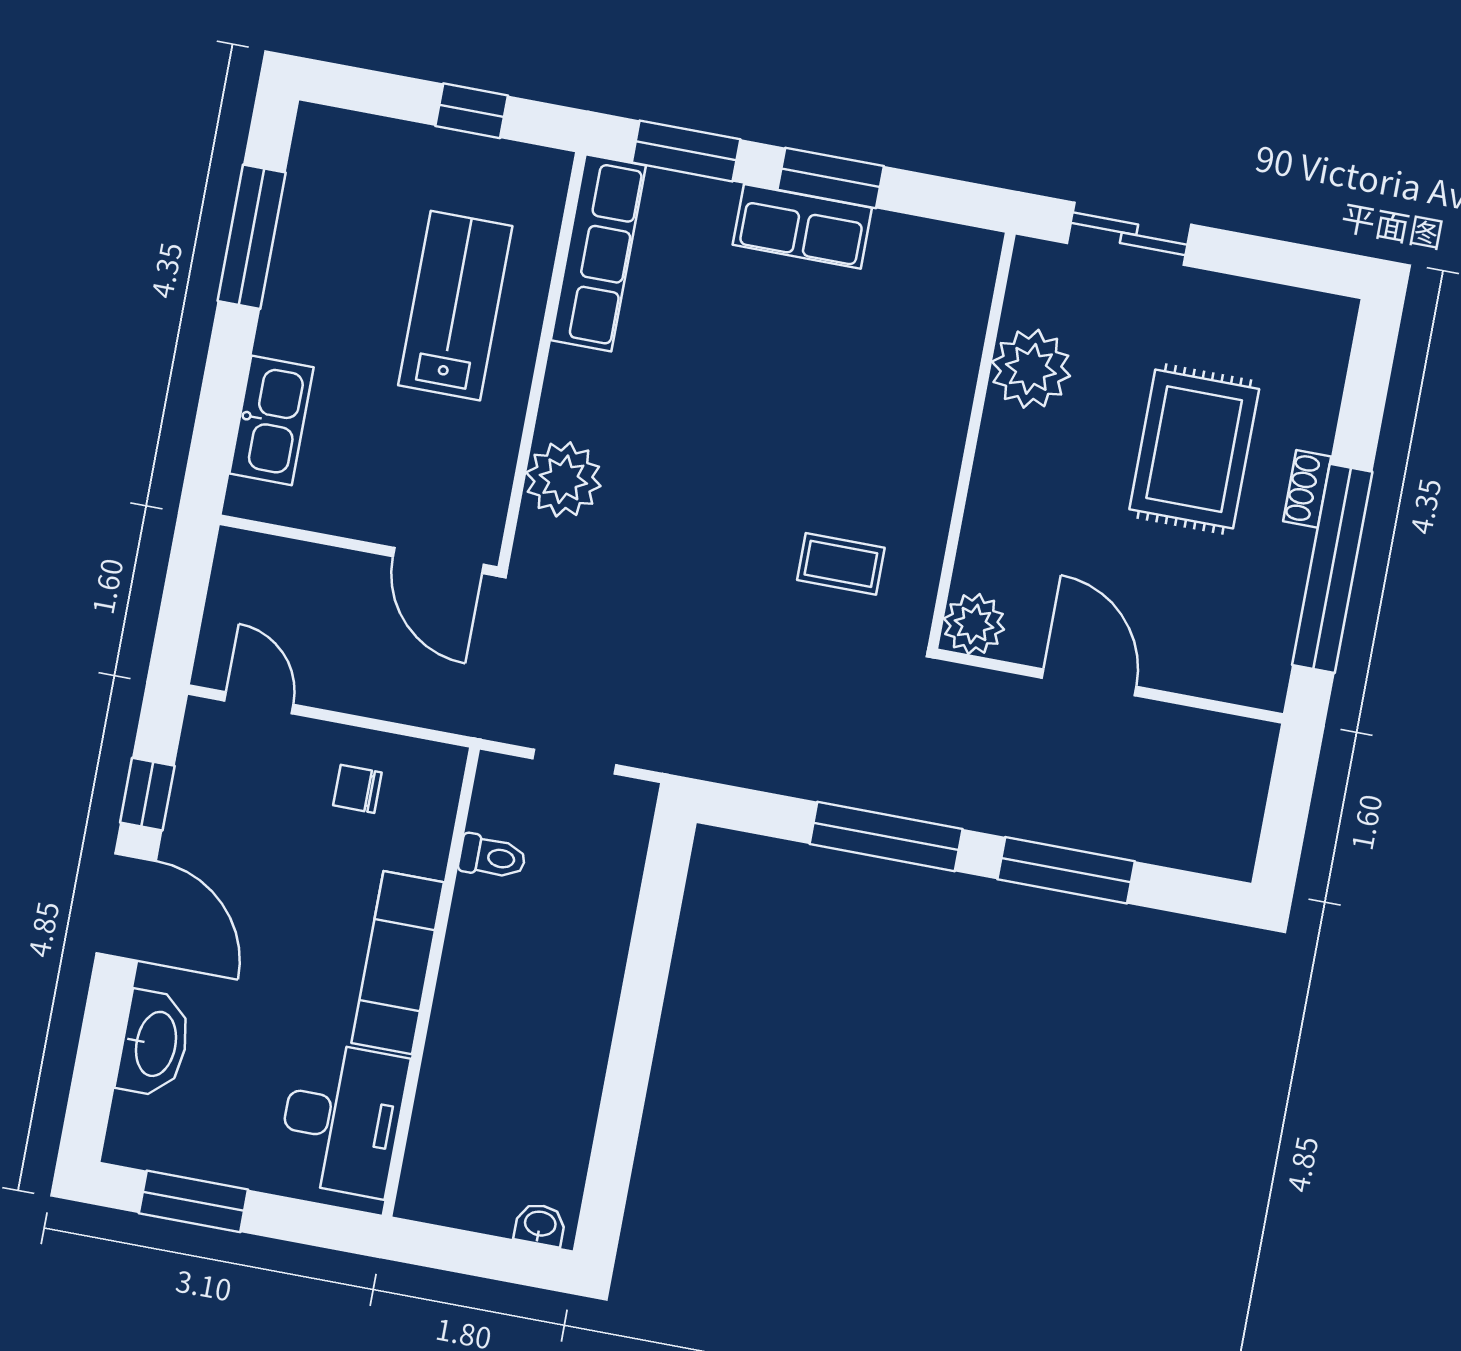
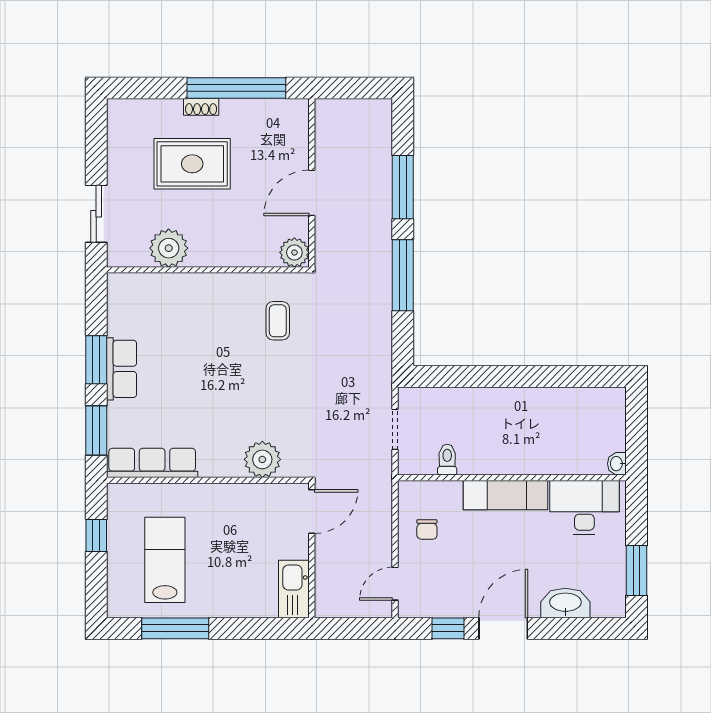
lab bench: (455, 306) -> (165, 560), moved, turned 90
kitchen sink: (272, 420) -> (294, 589), moved, turned -90
washbasin: (540, 1225) -> (617, 464), moved

